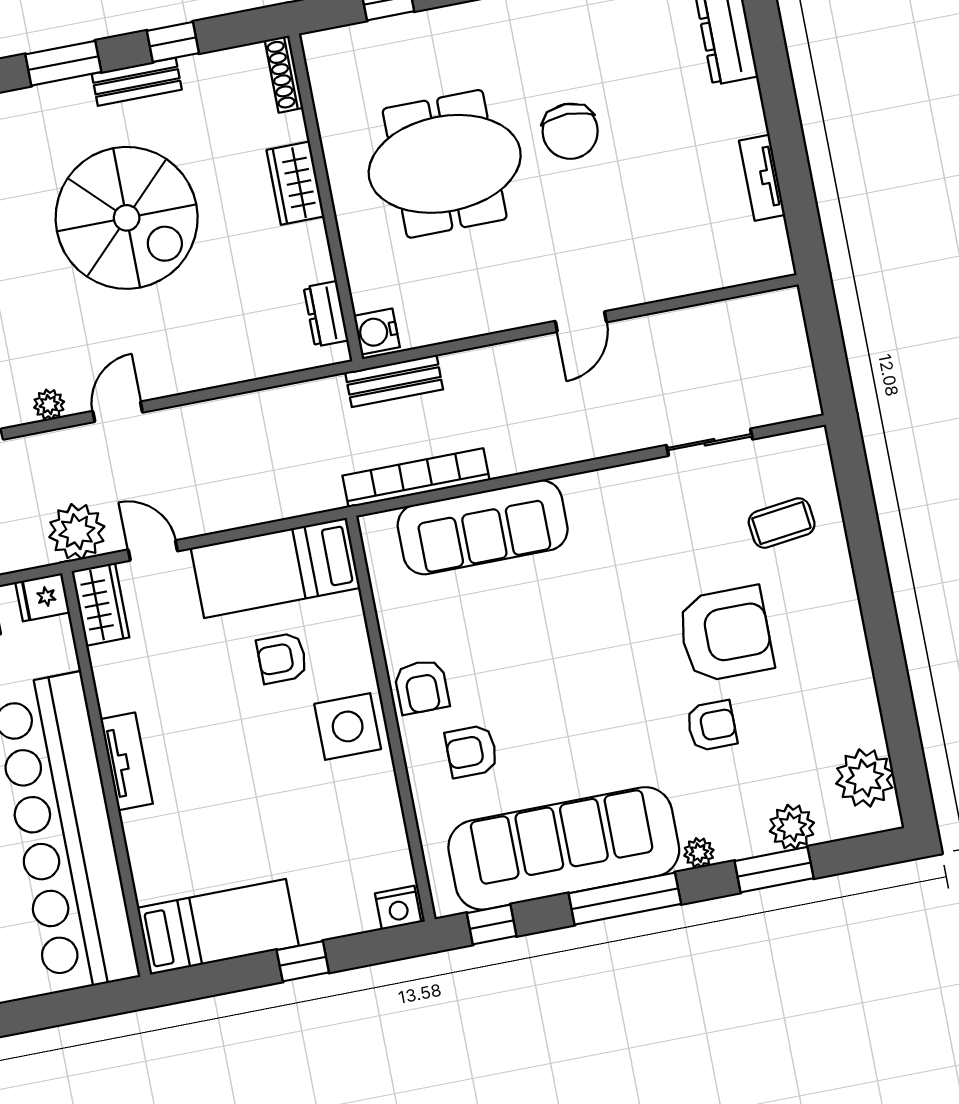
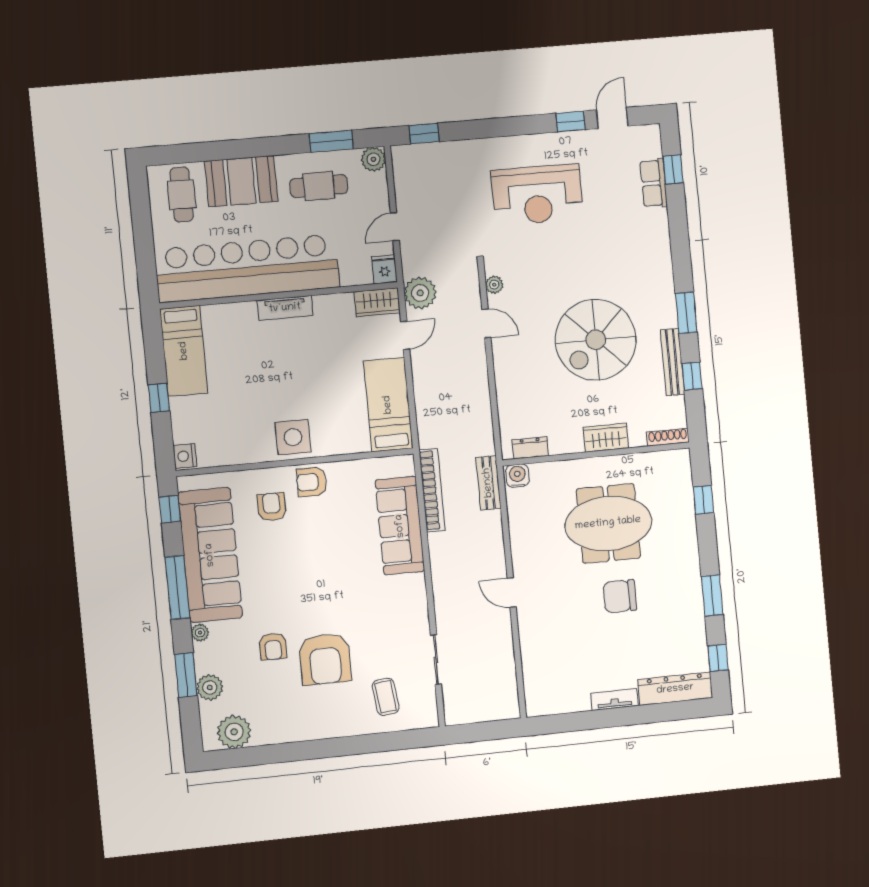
bench: (137, 82) -> (673, 362), width x1.36
meeting table: (445, 164) -> (608, 523), turned 90
tv unit: (762, 178) -> (614, 699), moved
armchair: (282, 658) -> (336, 403), removed

